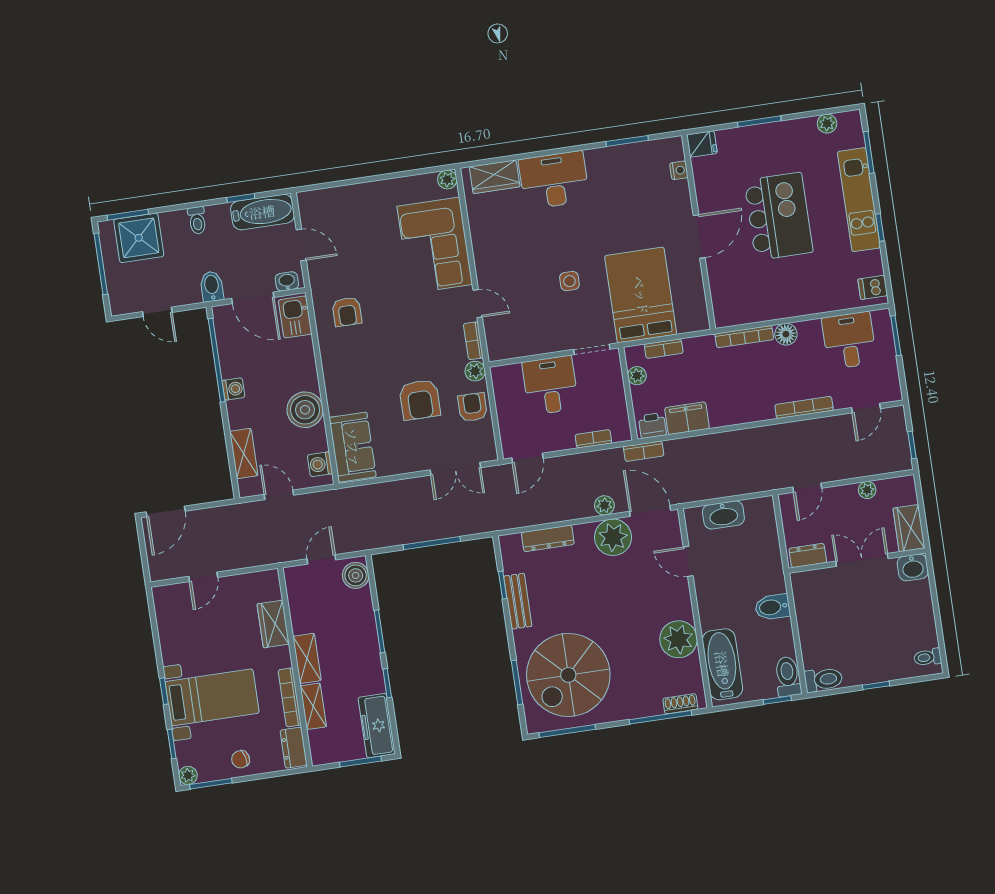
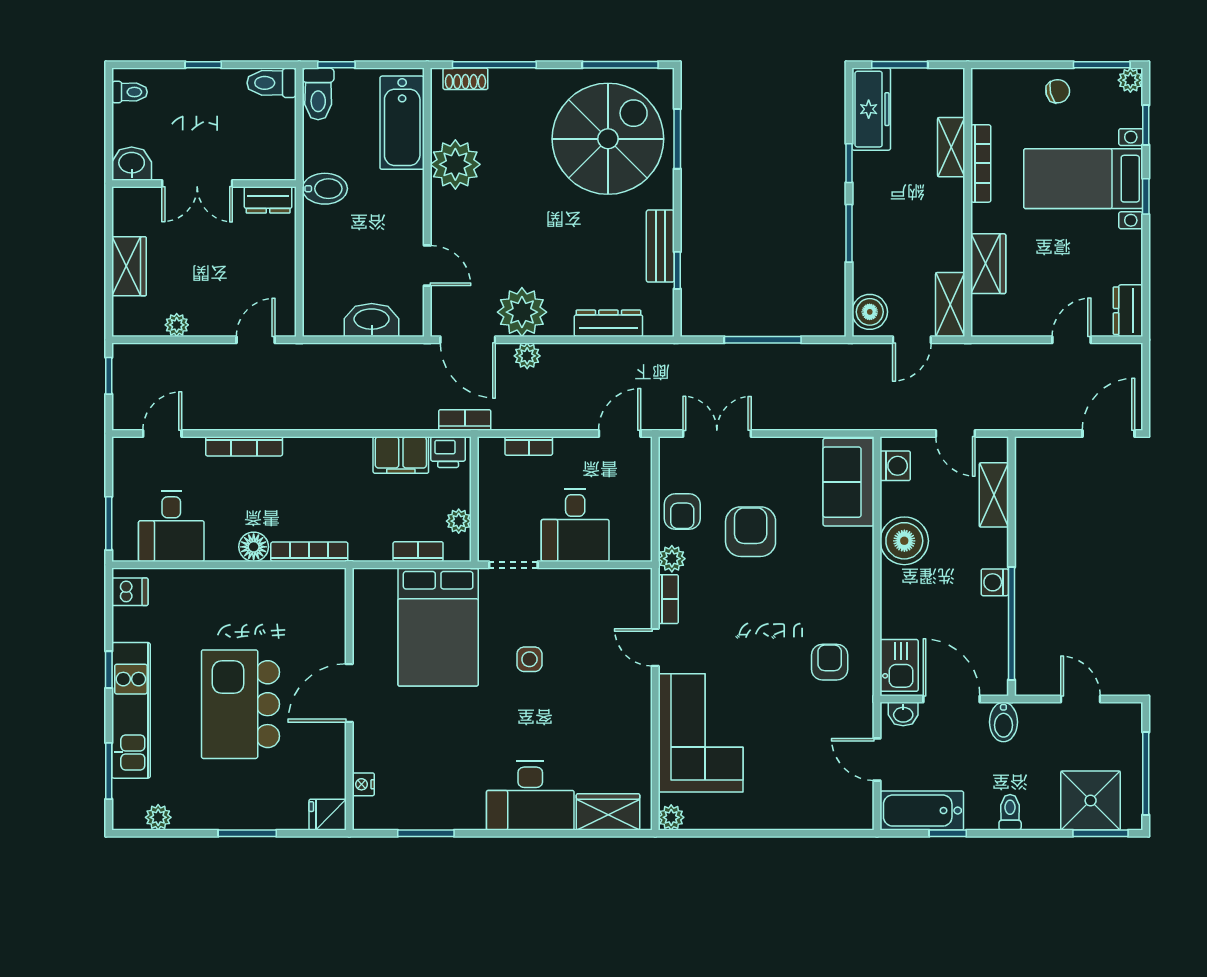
dresser: (808, 556) -> (268, 200), moved
double door: (862, 560) -> (197, 184), moved
wall: (857, 561) -> (204, 184), moved
washbasin: (913, 567) -> (132, 164), moved
shelving: (307, 658) -> (950, 304), moved
dresser: (294, 748) -> (1128, 311), moved, turned 180

